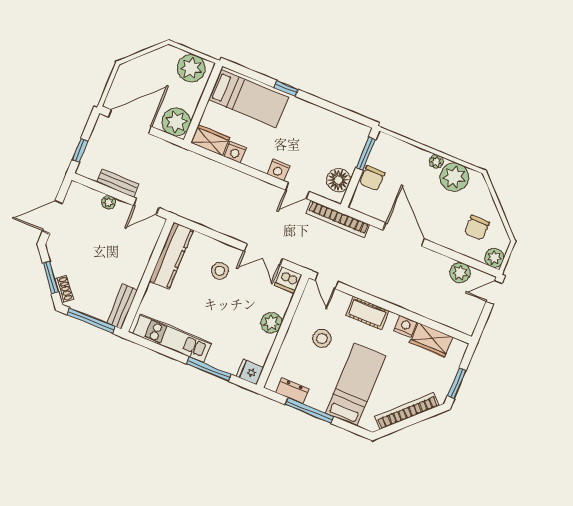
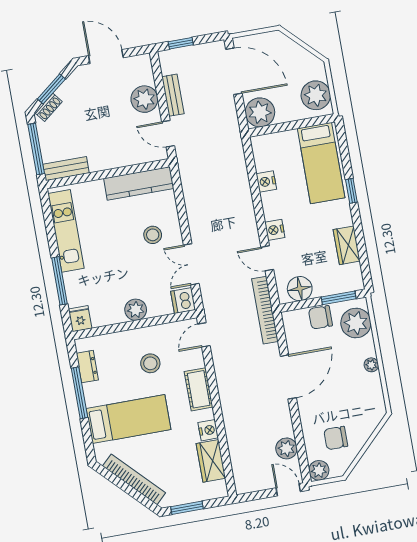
wardrobe: (210, 140) -> (347, 245), moved, turned 180
plant: (454, 177) -> (356, 323), moved
plant: (109, 202) -> (144, 99), width x1.88, depth x1.88

